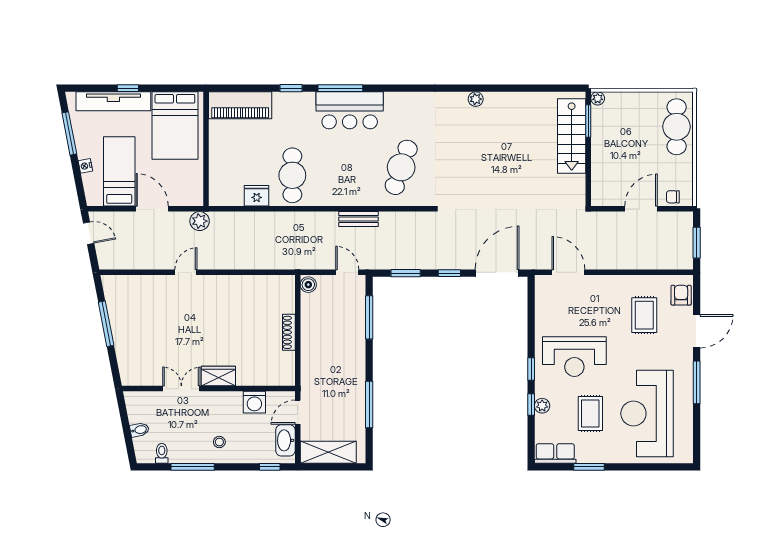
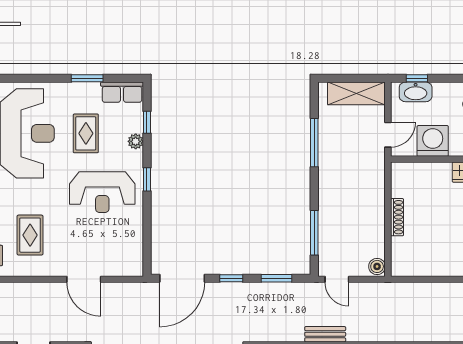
door: (568, 272) -> (84, 279), moved
reception desk: (574, 357) -> (102, 192), turned 180
washing machine: (254, 402) -> (433, 141), width x1.37, depth x1.37
window: (531, 405) -> (147, 122), moved
washbasin: (285, 440) -> (416, 92), moved, turned 90

